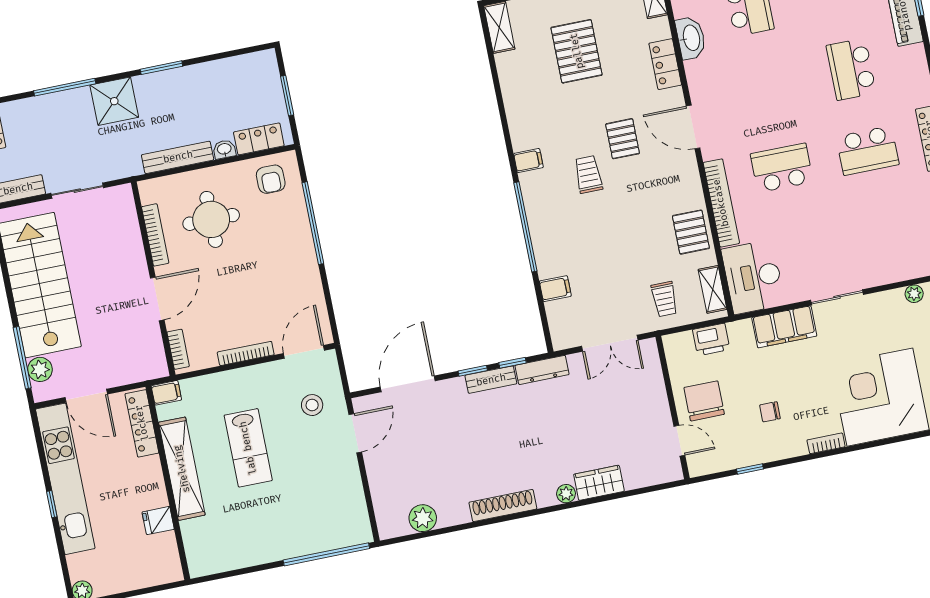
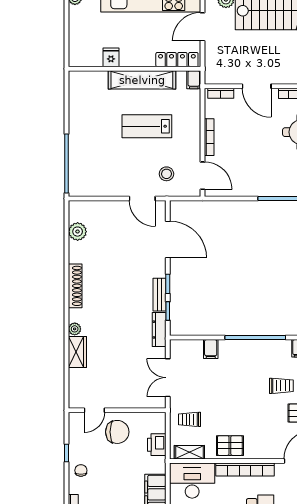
chair: (770, 412) -> (81, 470), moved

